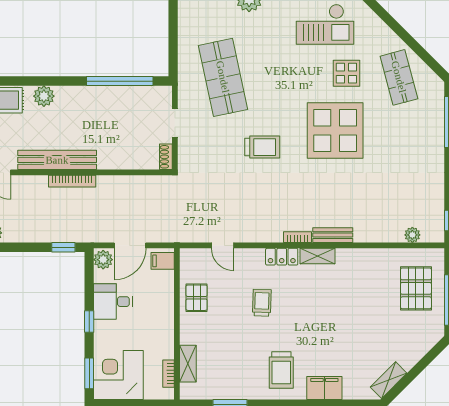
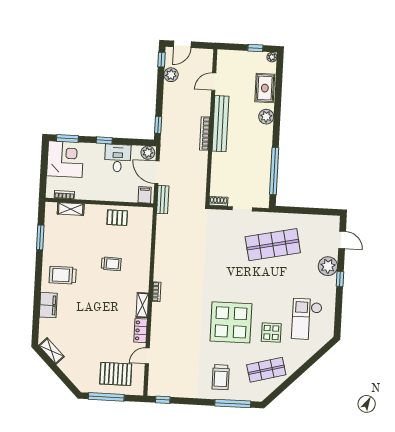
trolley: (262, 147) -> (221, 377), moved
bench: (333, 235) -> (163, 200), moved
plant: (412, 235) -> (154, 373), removed
door: (222, 245) -> (147, 356), moved
locker: (282, 257) -> (141, 331), moved

